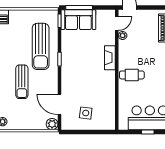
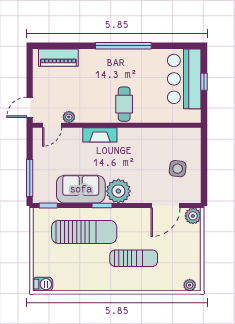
sofa: (78, 20) -> (81, 189), moved, turned -90
door: (117, 23) -> (52, 125), swing flipped
plant: (70, 71) -> (118, 191), added

